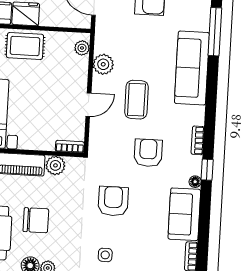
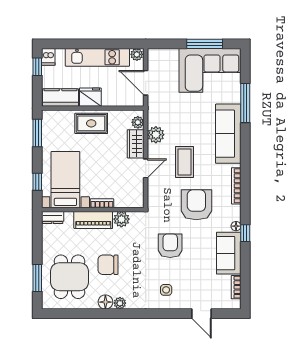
wardrobe: (78, 74) -> (136, 144), added
bookcase: (198, 140) -> (236, 186), width x1.56
bookcase: (70, 147) -> (102, 203), moved
armchair: (148, 153) -> (196, 205), width x1.36, depth x1.36
window: (207, 170) -> (245, 233), moved
chair: (36, 220) -> (108, 265), turned 180

